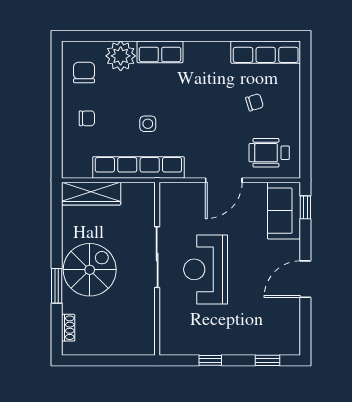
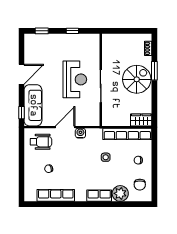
row of seats: (266, 52) -> (56, 195), moved
row of seats: (138, 167) -> (127, 134), moved
water cooler: (195, 169) -> (80, 133), added
wardrobe: (91, 194) -> (141, 120), width x0.67
sofa: (284, 211) -> (33, 105), width x1.36
spiral stairs: (90, 270) -> (137, 79), turned 180

